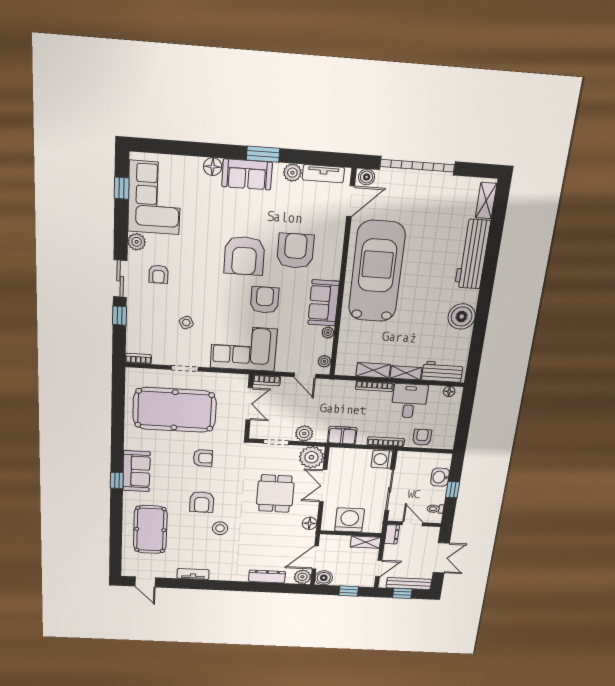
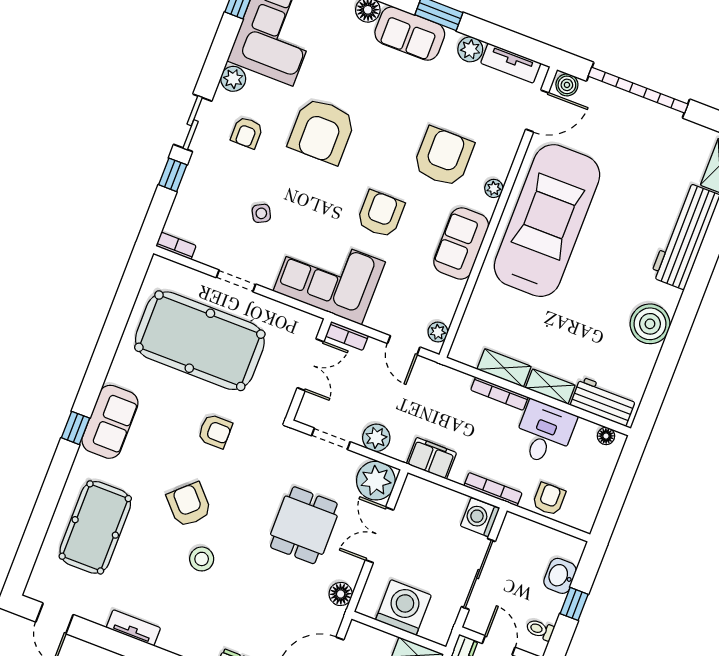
armchair: (244, 256) -> (322, 131), moved
plant: (328, 333) -> (494, 188), moved
armchair: (202, 502) -> (189, 505), turned 137

